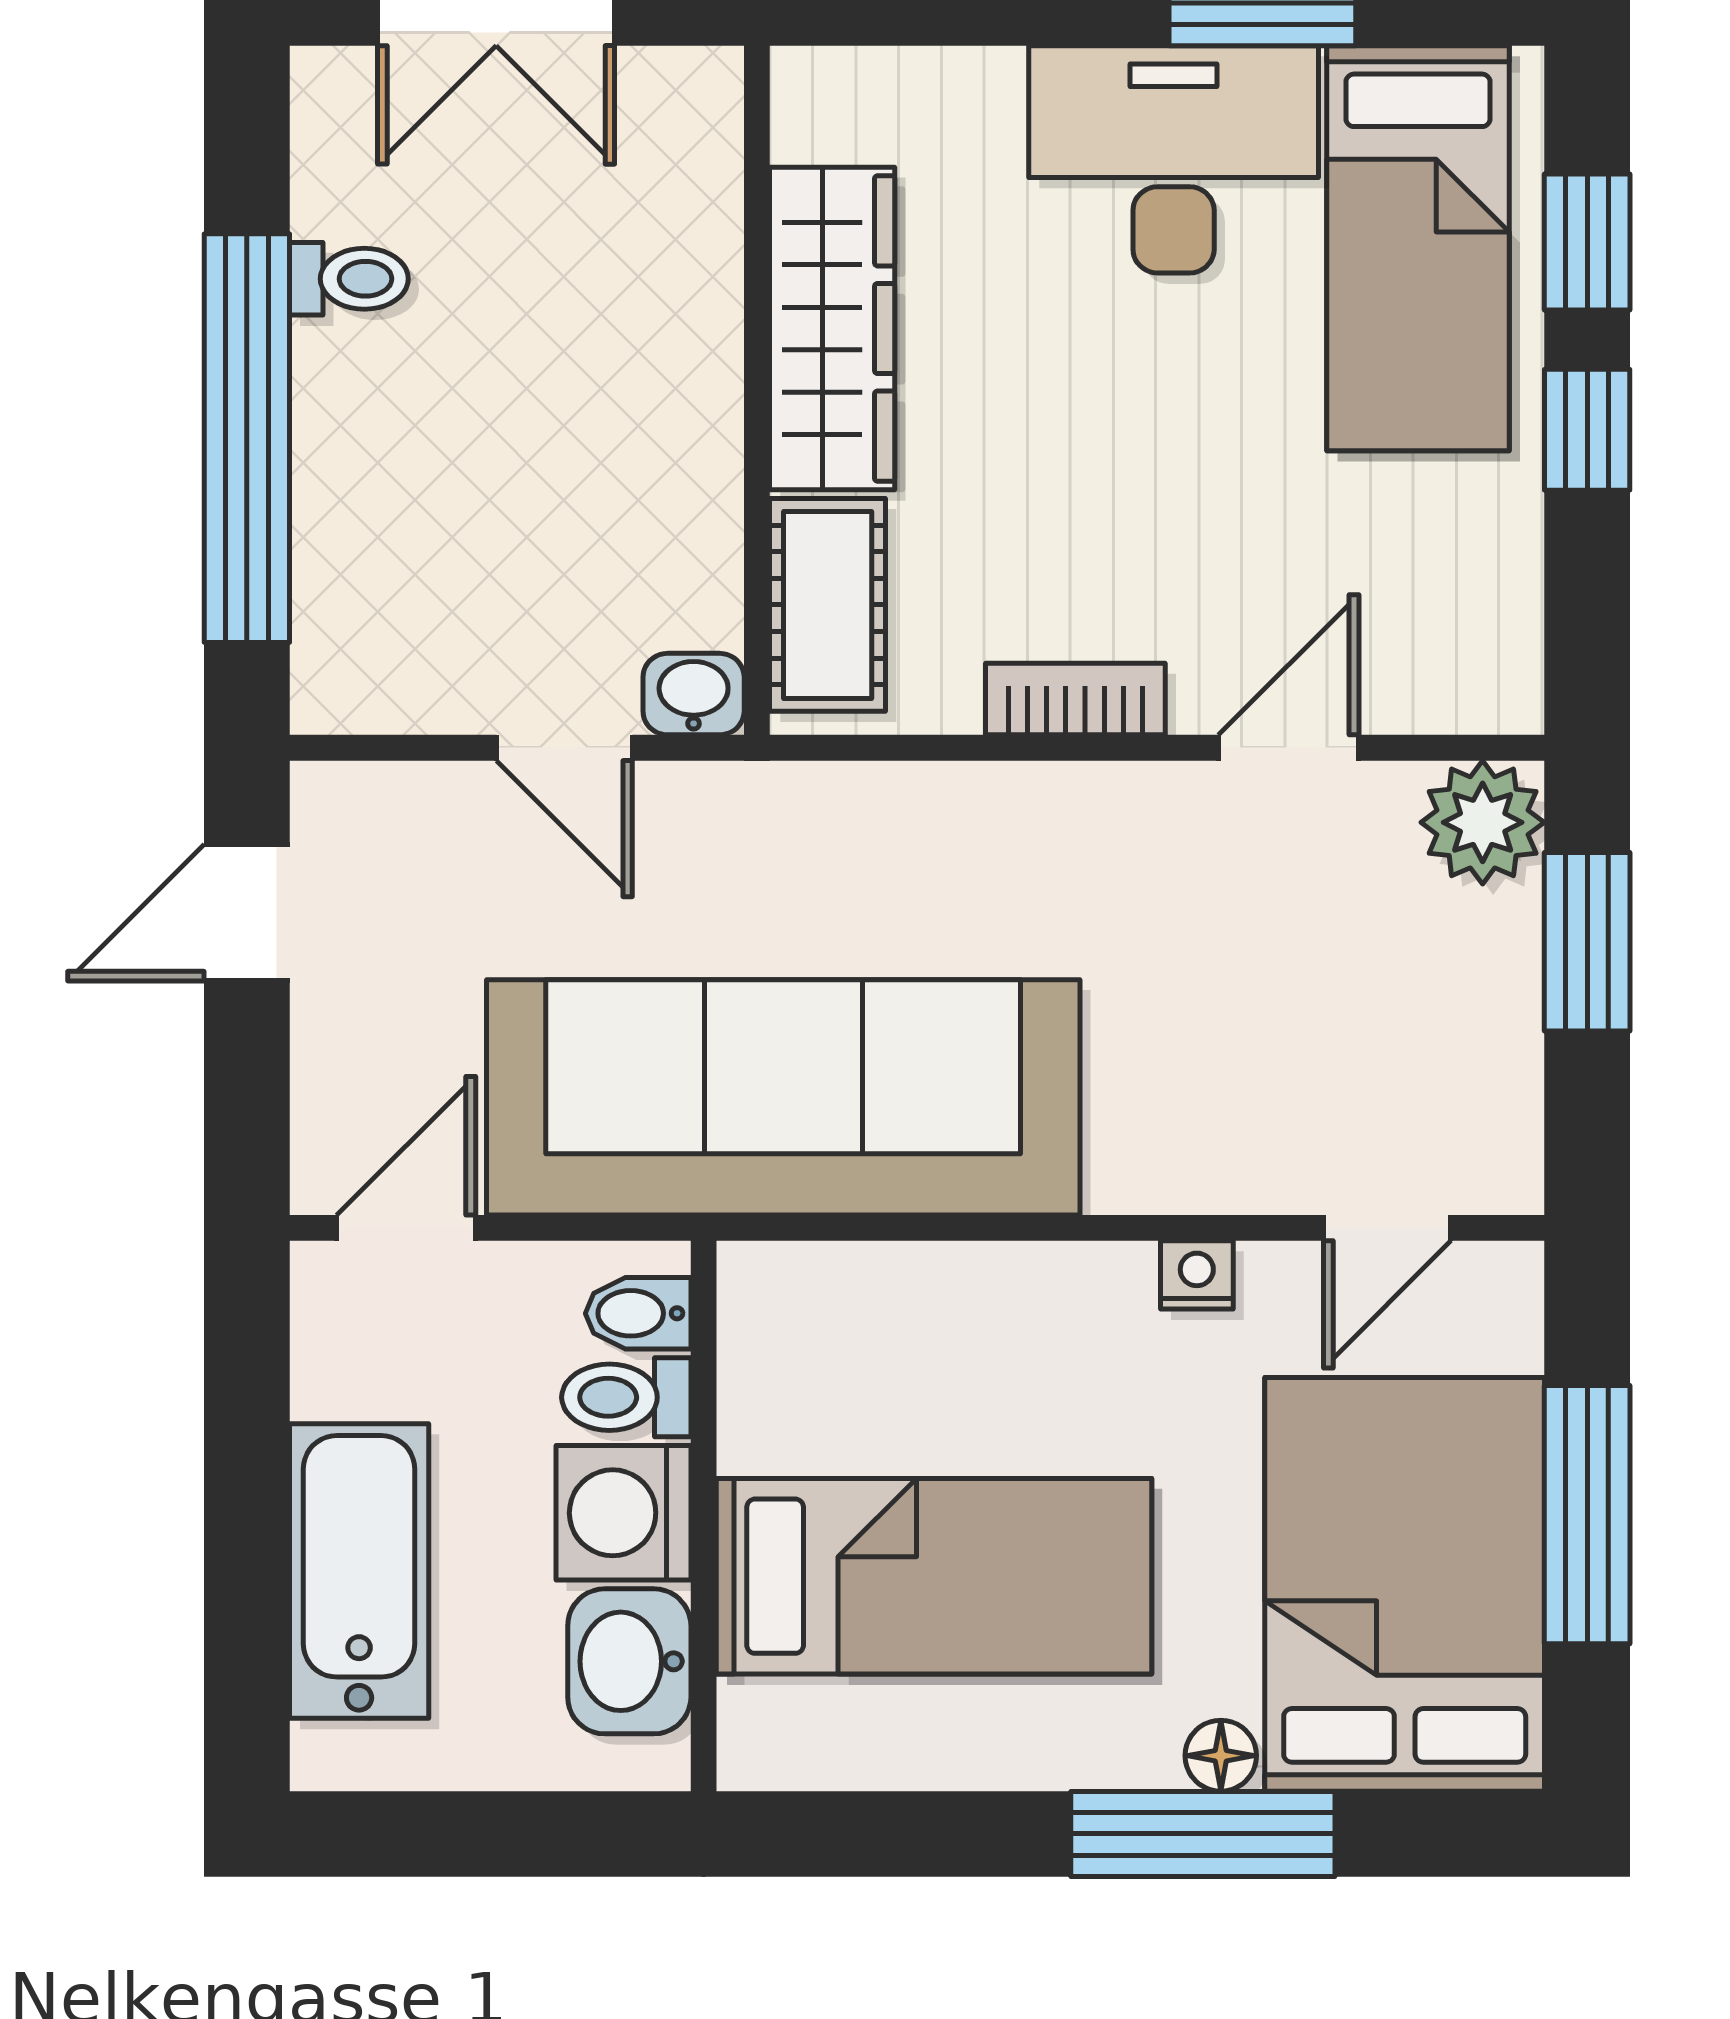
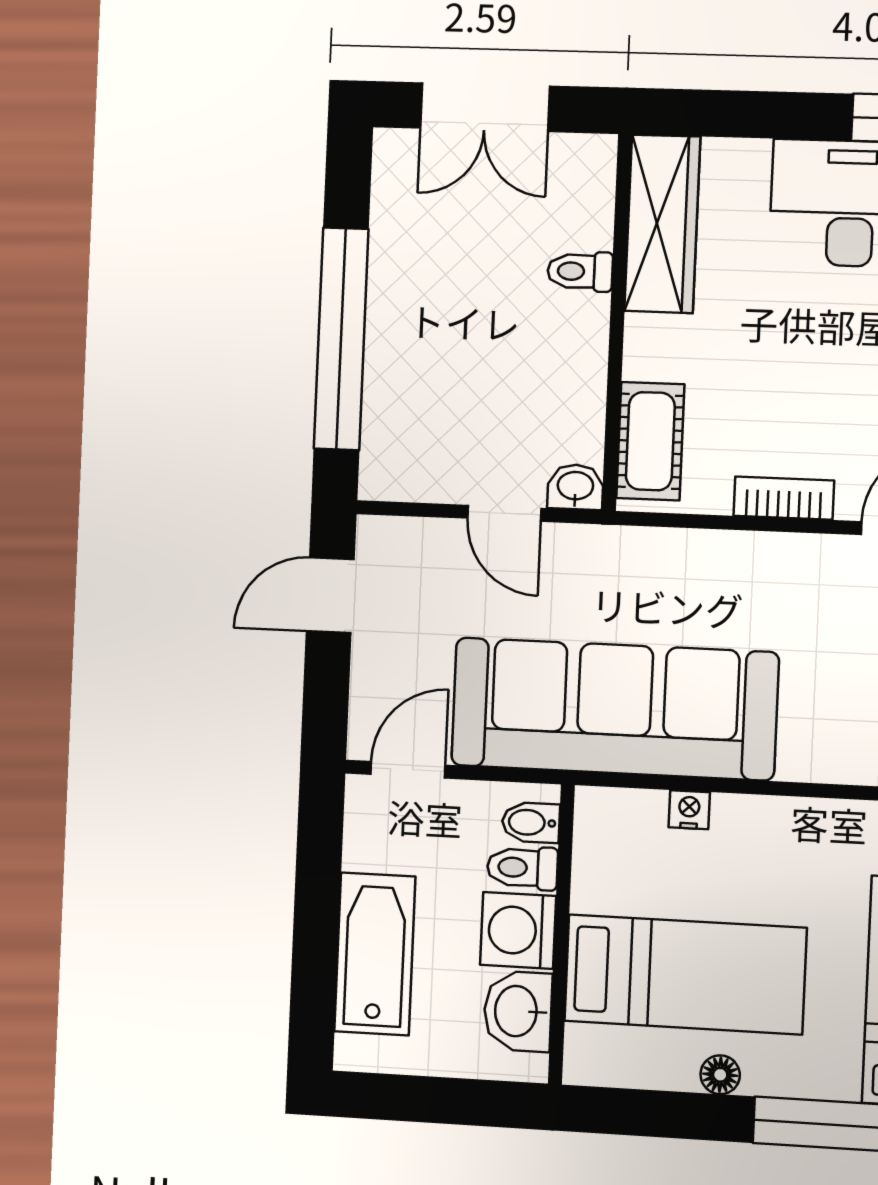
toilet: (349, 279) -> (580, 271), moved, turned 180
wardrobe: (832, 328) -> (662, 224), moved
nightstand: (1197, 1275) -> (689, 810), moved
floor lamp: (1221, 1756) -> (720, 1075), moved

